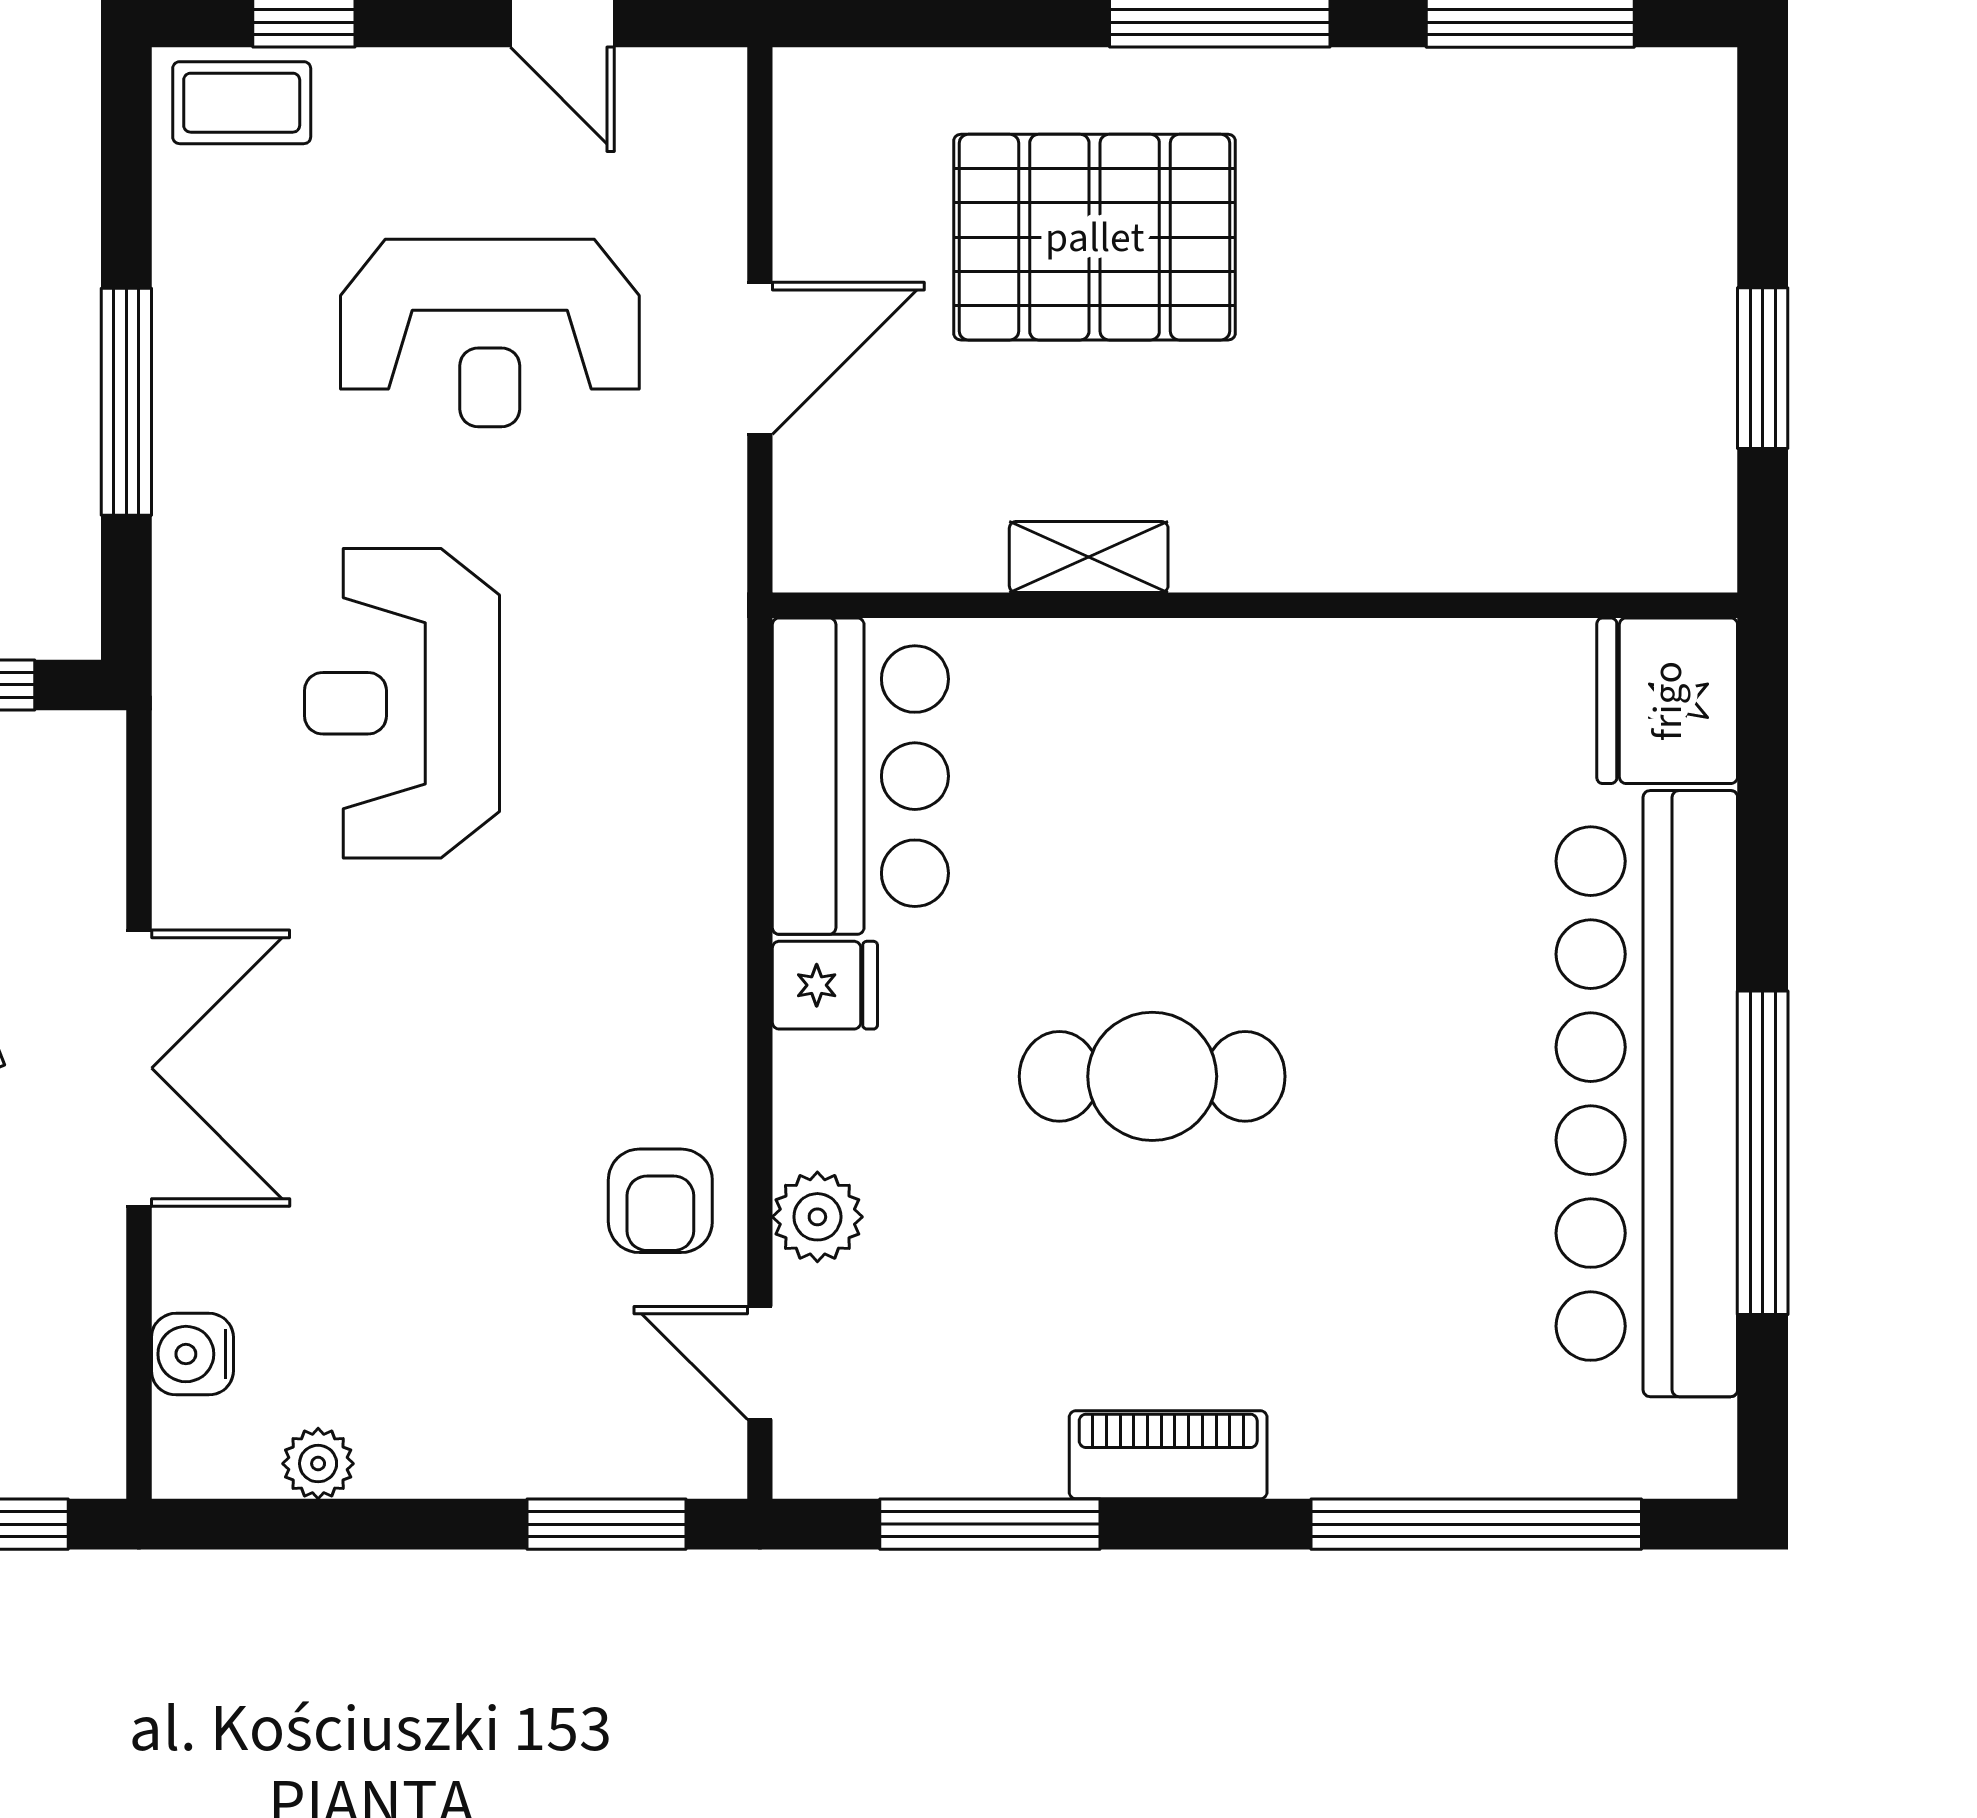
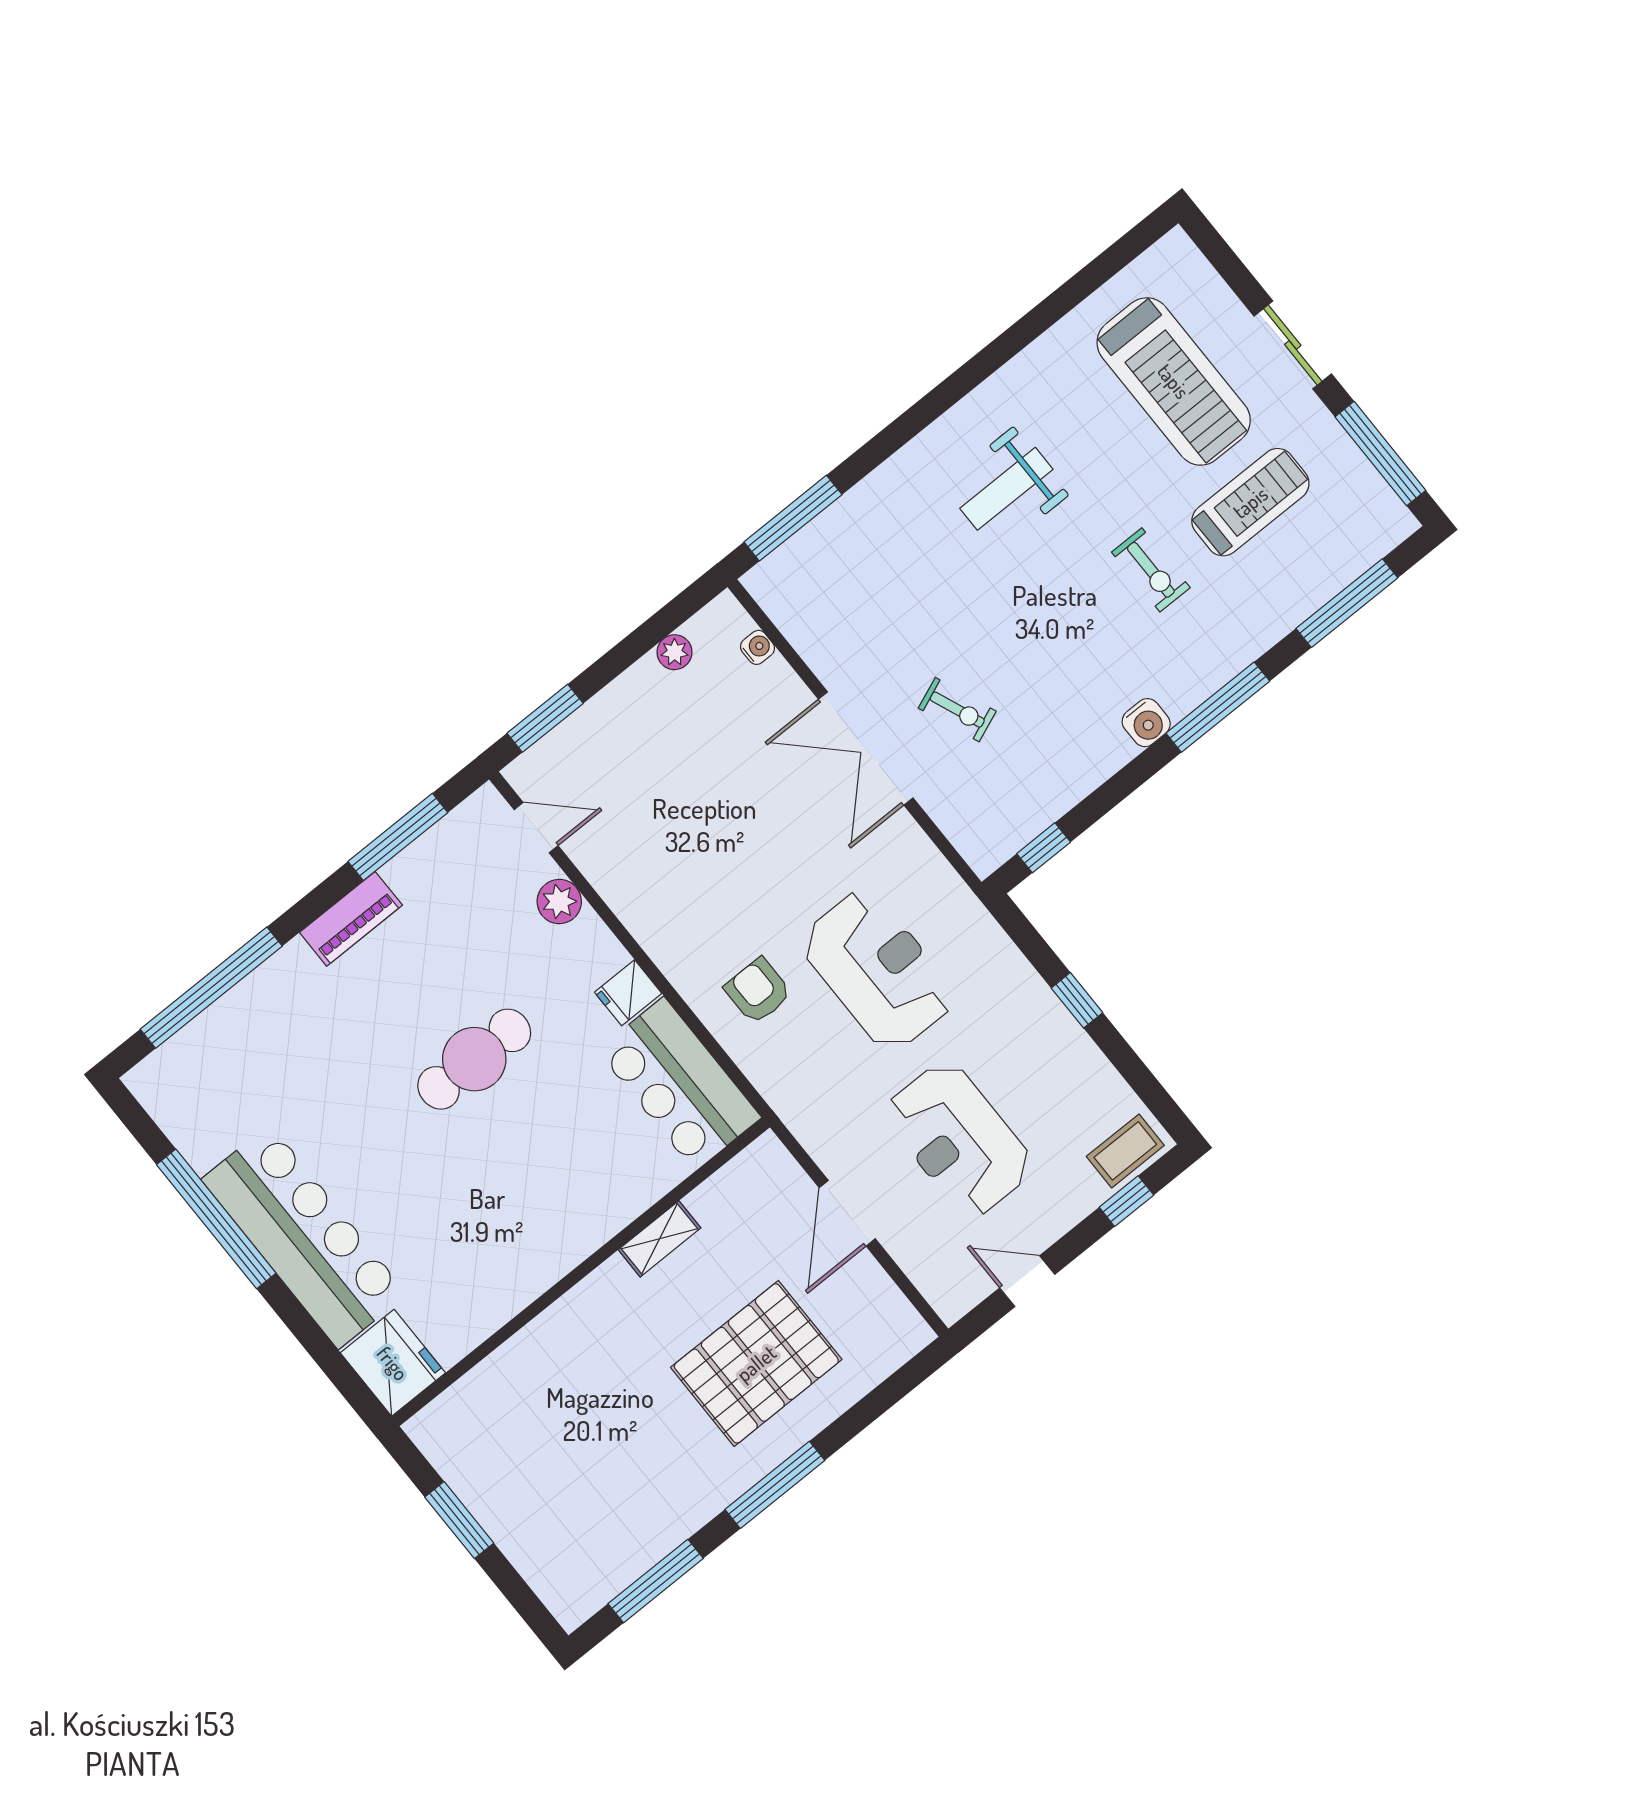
reception desk: (490, 333) -> (959, 1139), turned -90
window: (126, 402) -> (1077, 1000), width x0.46
bar counter: (1647, 1094) -> (304, 1237), width x0.73
armchair: (660, 1201) -> (758, 991), moved
water cooler: (192, 1354) -> (758, 647), width x0.72, depth x0.72

